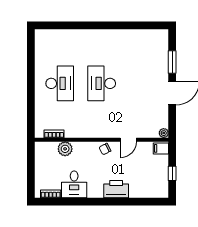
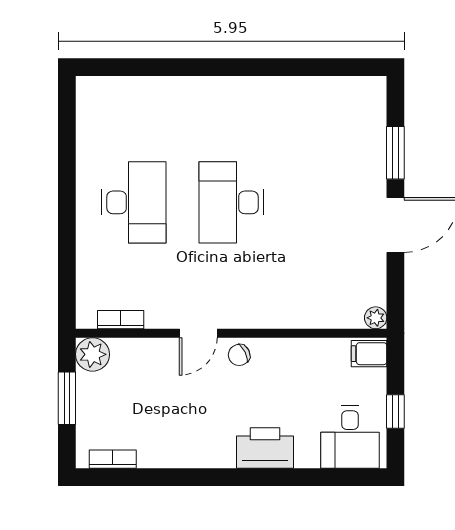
door: (128, 140) -> (198, 333), moved
plant: (65, 149) -> (93, 354), moved
window: (31, 168) -> (67, 398), added
desk: (74, 184) -> (350, 437), moved

